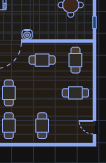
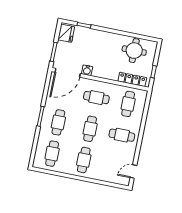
locker: (75, 34) -> (132, 79), added
cafe table: (42, 93) -> (90, 129), added
door: (95, 127) -> (133, 172), hinge flipped

